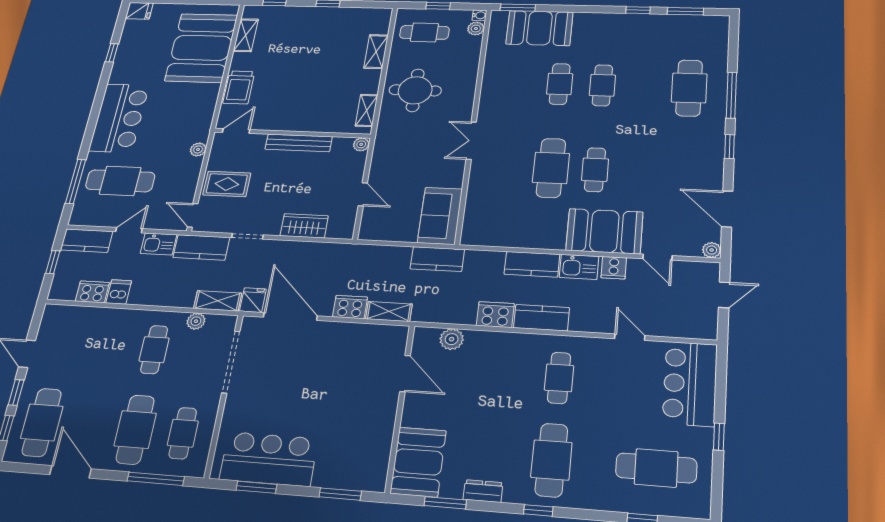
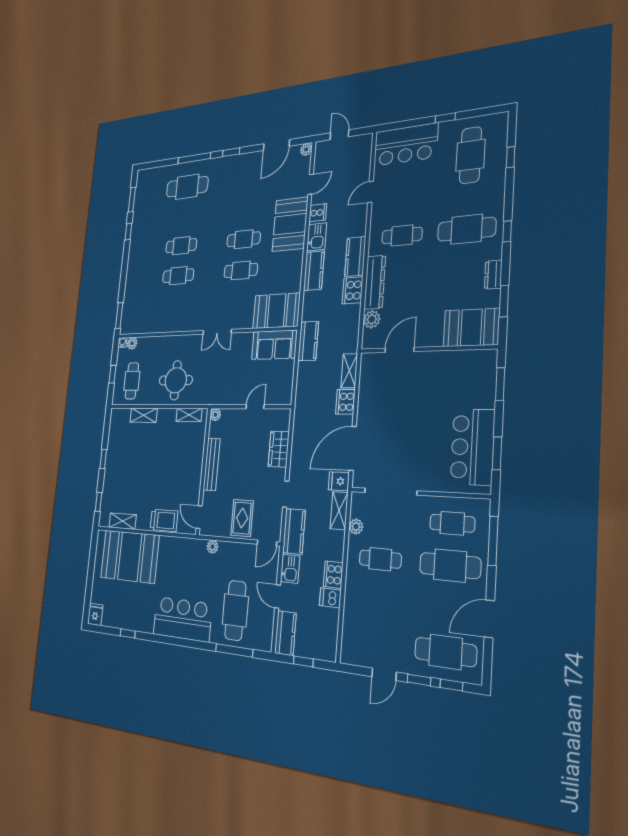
booth: (539, 28) -> (276, 311), moved, turned 90
cafe table: (551, 168) -> (241, 270), width x0.73, depth x0.74
cooker: (92, 292) -> (333, 575), moved
dresser: (501, 343) -> (375, 282), added

